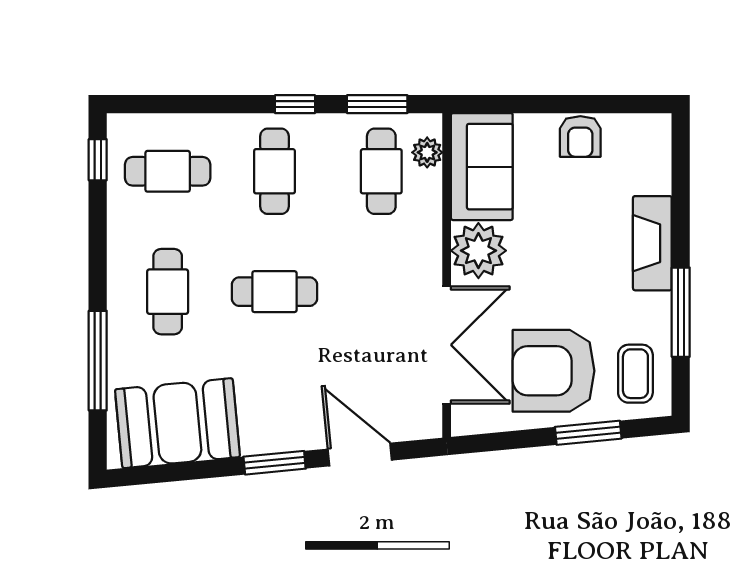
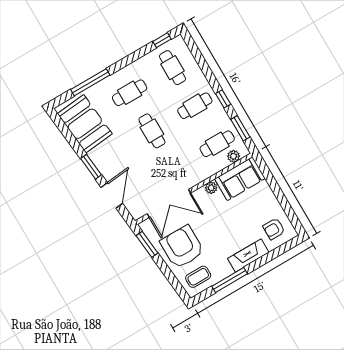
armchair: (580, 136) -> (274, 229), moved
plant: (478, 251) -> (211, 188), width x0.53, depth x0.53
window: (588, 433) -> (147, 244), moved

